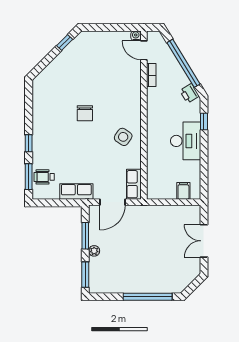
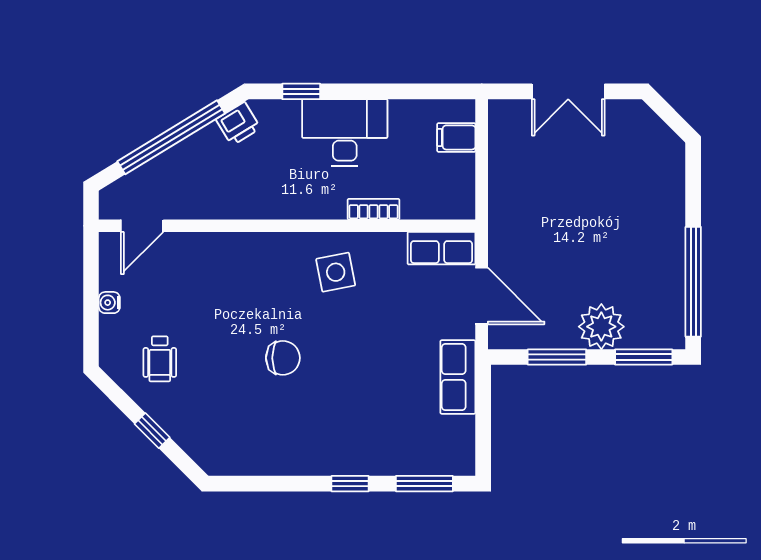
water cooler: (136, 36) -> (109, 303), moved
window: (65, 43) -> (152, 431), moved
bookcase: (151, 75) -> (374, 209), moved
side table: (123, 137) -> (336, 272), turned 45
wheelchair: (44, 177) -> (160, 359), moved
plant: (94, 251) -> (601, 327), width x1.88, depth x1.88
window: (148, 297) -> (693, 282), moved

